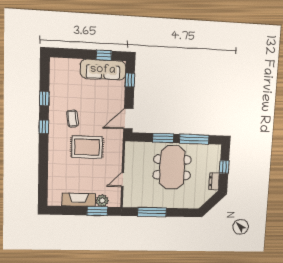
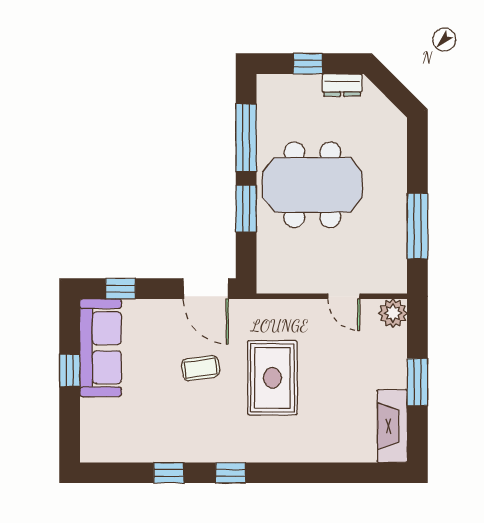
window: (104, 55) -> (70, 370), moved
coffee table: (72, 119) -> (201, 368), moved
fireplace: (79, 200) -> (392, 426), moved
plant: (102, 201) -> (393, 313), moved
window: (97, 211) -> (417, 382), moved

